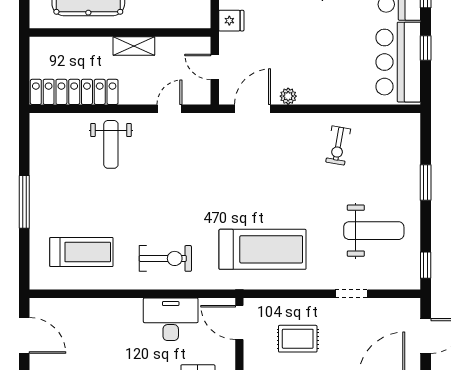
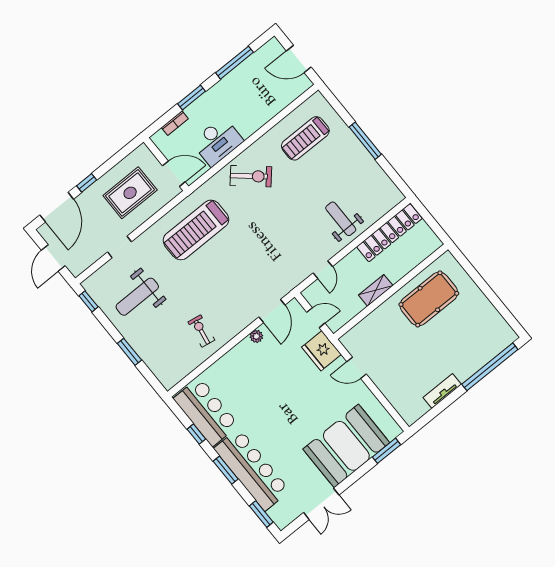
fridge: (231, 21) -> (322, 351), width x1.88, depth x1.34
exercise bike: (165, 258) -> (251, 176), turned -139
rug: (298, 339) -> (130, 193), width x1.36, depth x1.43

